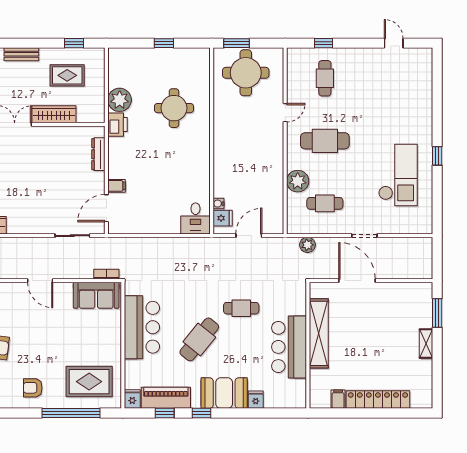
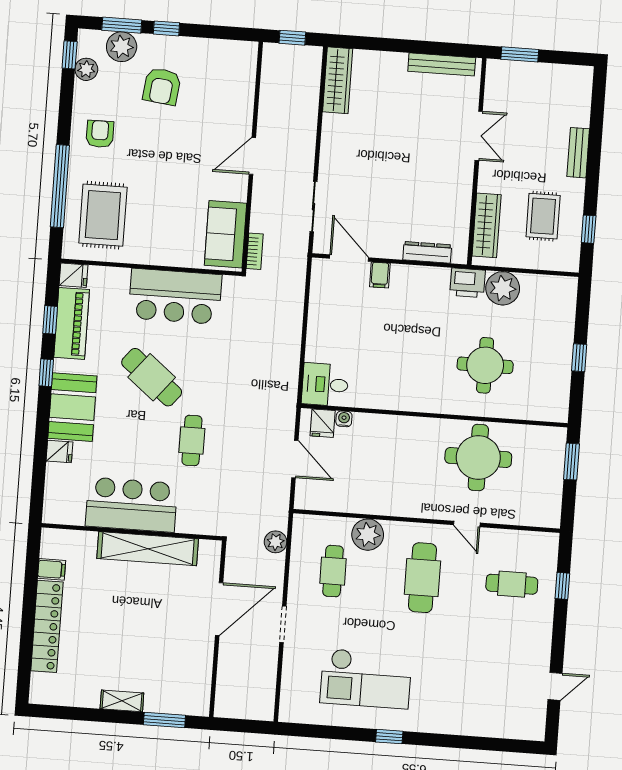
round table: (246, 73) -> (478, 458), moved
wardrobe: (54, 114) -> (487, 225), moved

